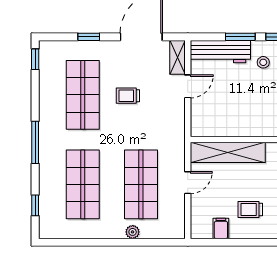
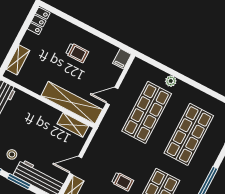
shelving: (214, 129) -> (73, 125), added
filing cabinet: (221, 228) -> (122, 59), moved

